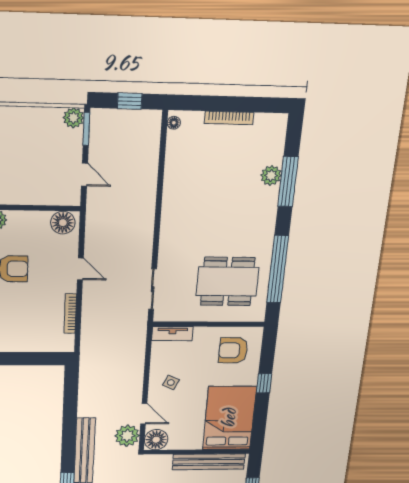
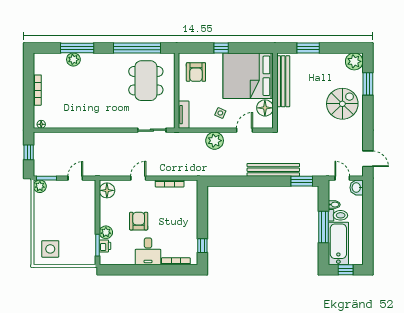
bed: (229, 418) -> (248, 76), width x1.36
plant: (127, 436) -> (215, 141), moved
floor lamp: (156, 440) -> (265, 108), moved

